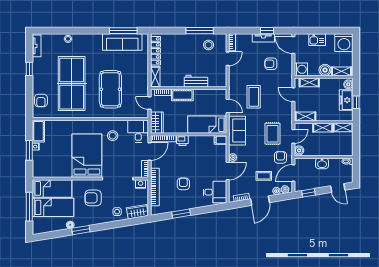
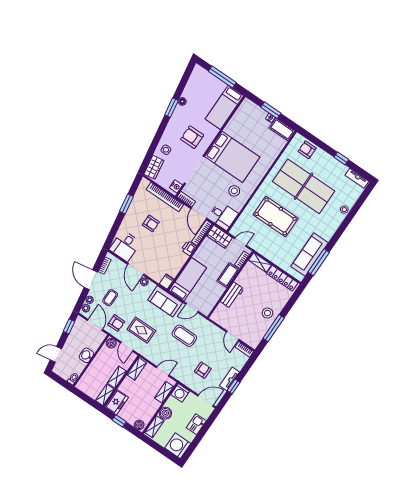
stool: (208, 45) -> (267, 313), moved
freezer: (346, 100) -> (117, 402), moved, turned 90
armchair: (93, 198) -> (192, 137), turned -90
bed: (53, 207) -> (208, 97), removed

